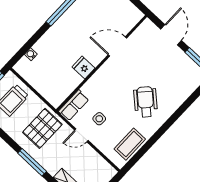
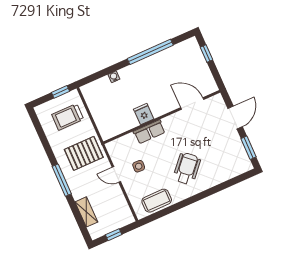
door: (117, 47) -> (192, 103), moved
water cooler: (31, 54) -> (114, 77), moved
row of seats: (74, 105) -> (149, 132), moved

